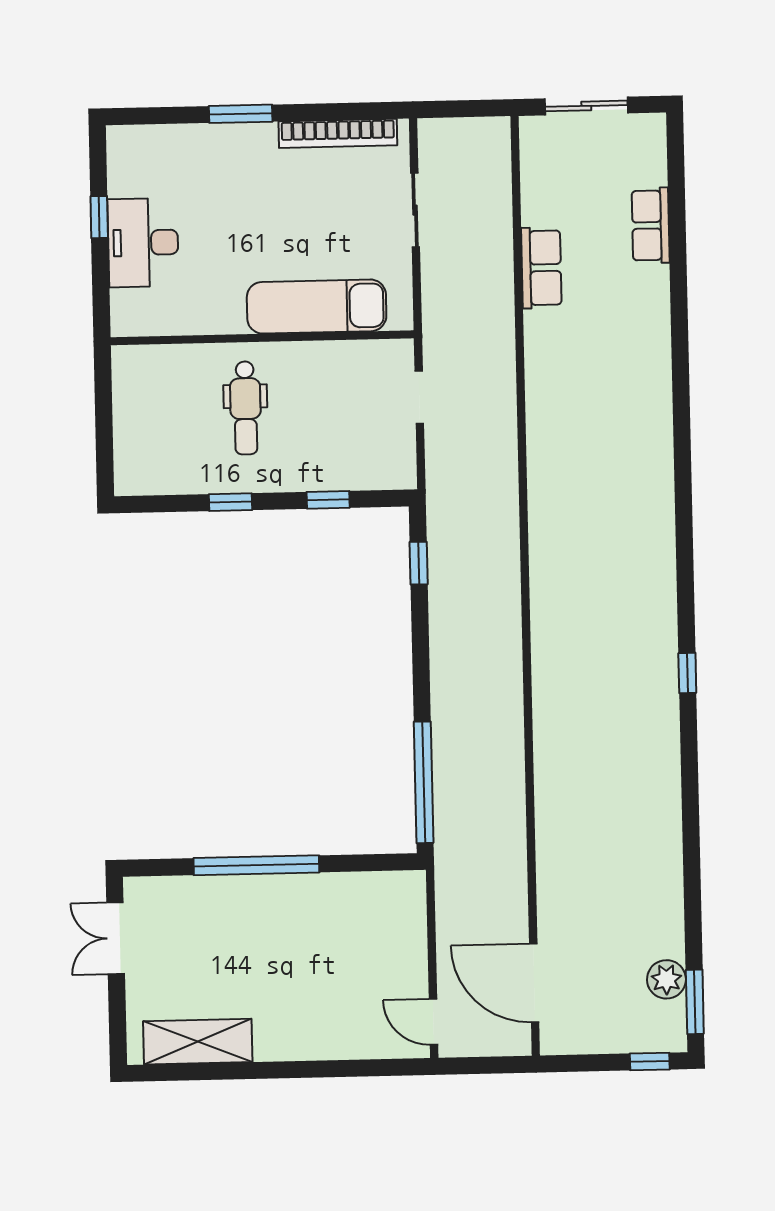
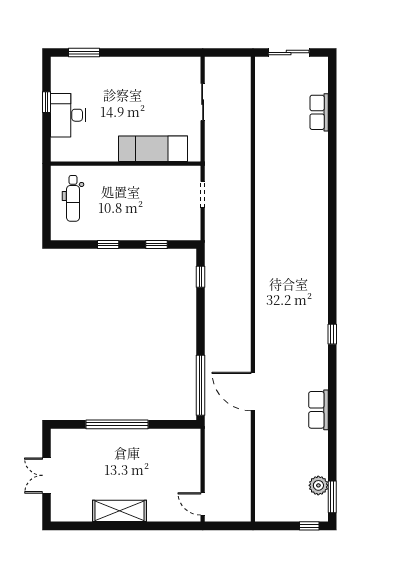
window: (241, 114) -> (84, 53), moved
bookcase: (338, 133) -> (165, 63), removed
row of seats: (541, 268) -> (318, 410), moved, turned 180
dental chair: (245, 408) -> (73, 198), moved
double door: (116, 938) -> (46, 475), moved
door: (534, 983) -> (253, 391), moved
shelving: (198, 1042) -> (119, 511), moved

